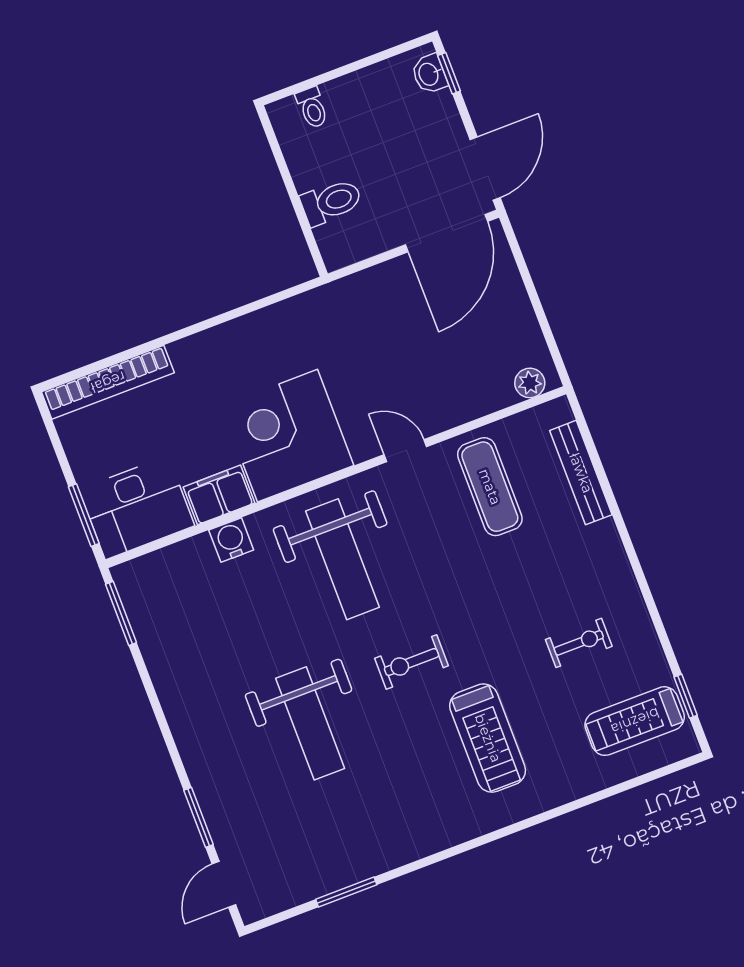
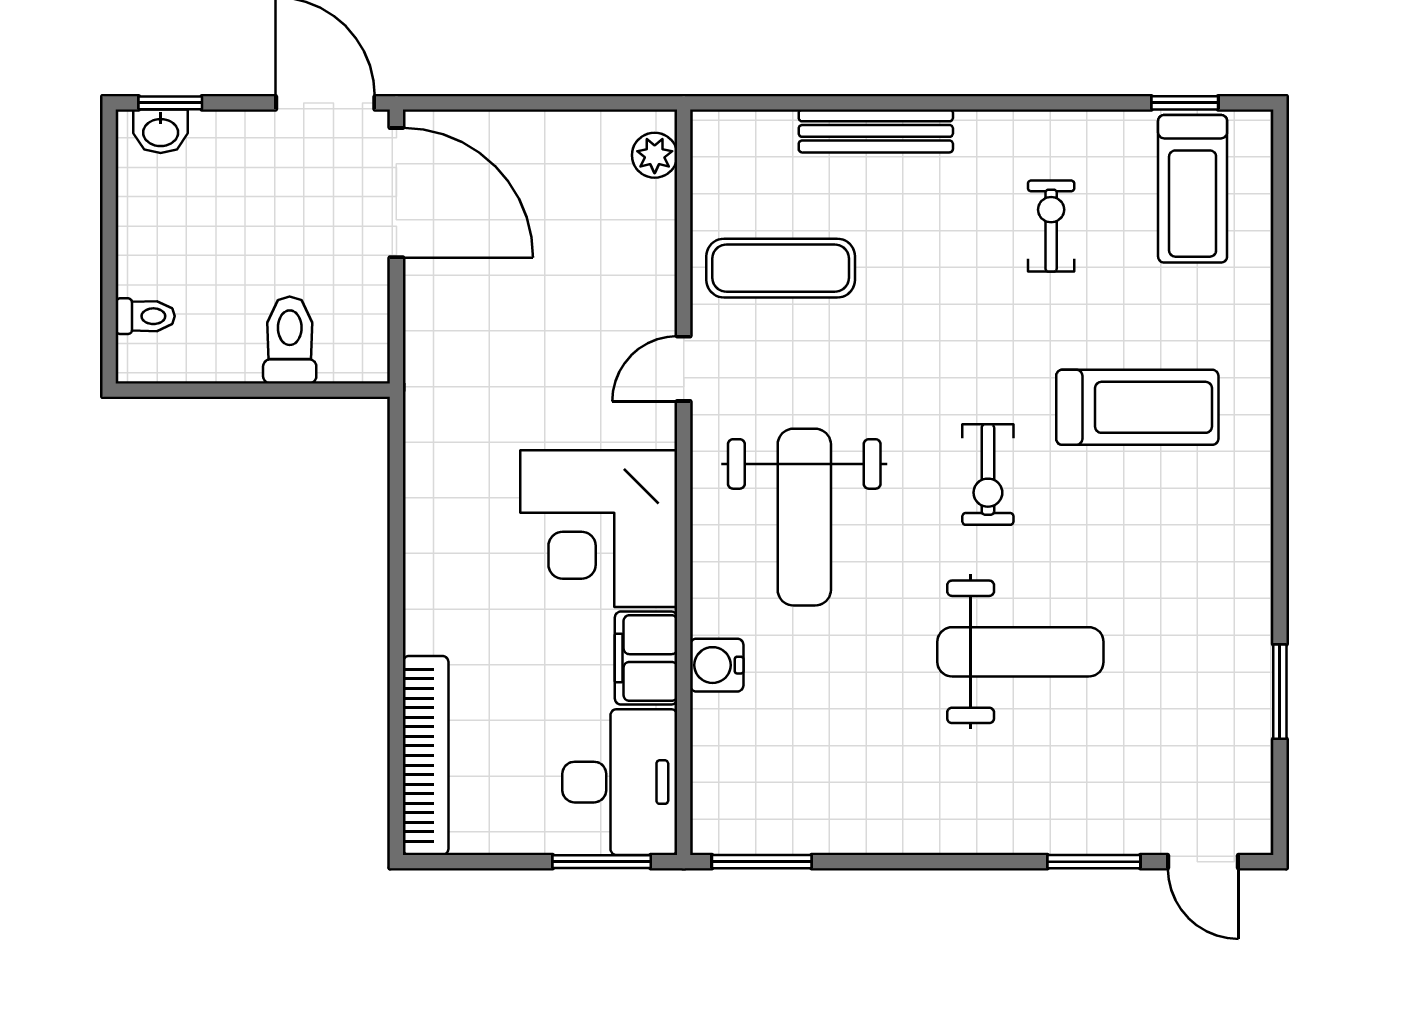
bench: (581, 473) -> (876, 131), moved
weight bench: (342, 559) -> (804, 517), turned 90

